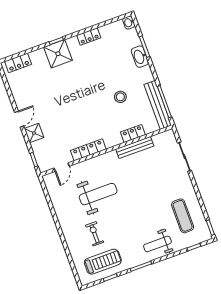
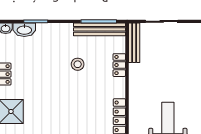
washbasin: (140, 57) -> (24, 30), moved
bench: (135, 147) -> (134, 43), moved

